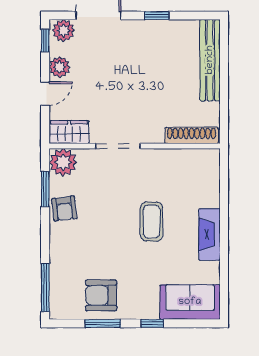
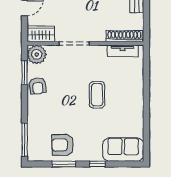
tv unit: (189, 157) -> (123, 51), added
fireplace: (209, 234) -> (136, 104), removed

